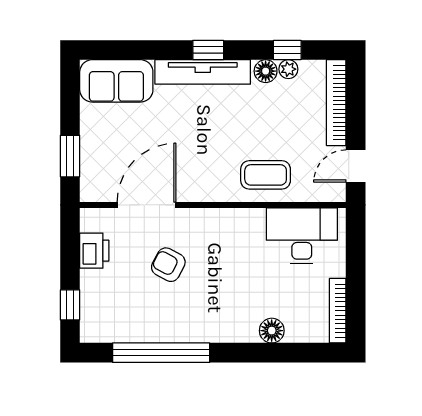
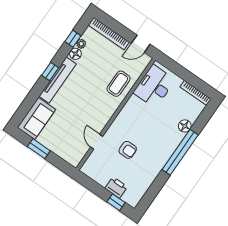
window: (70, 156) -> (39, 149), moved
door: (356, 166) -> (141, 44), hinge flipped
door: (147, 205) -> (97, 142), width x0.53
printer: (94, 251) -> (116, 187), moved
armchair: (168, 265) -> (128, 150), turned -118
window: (161, 353) -> (180, 152), moved

